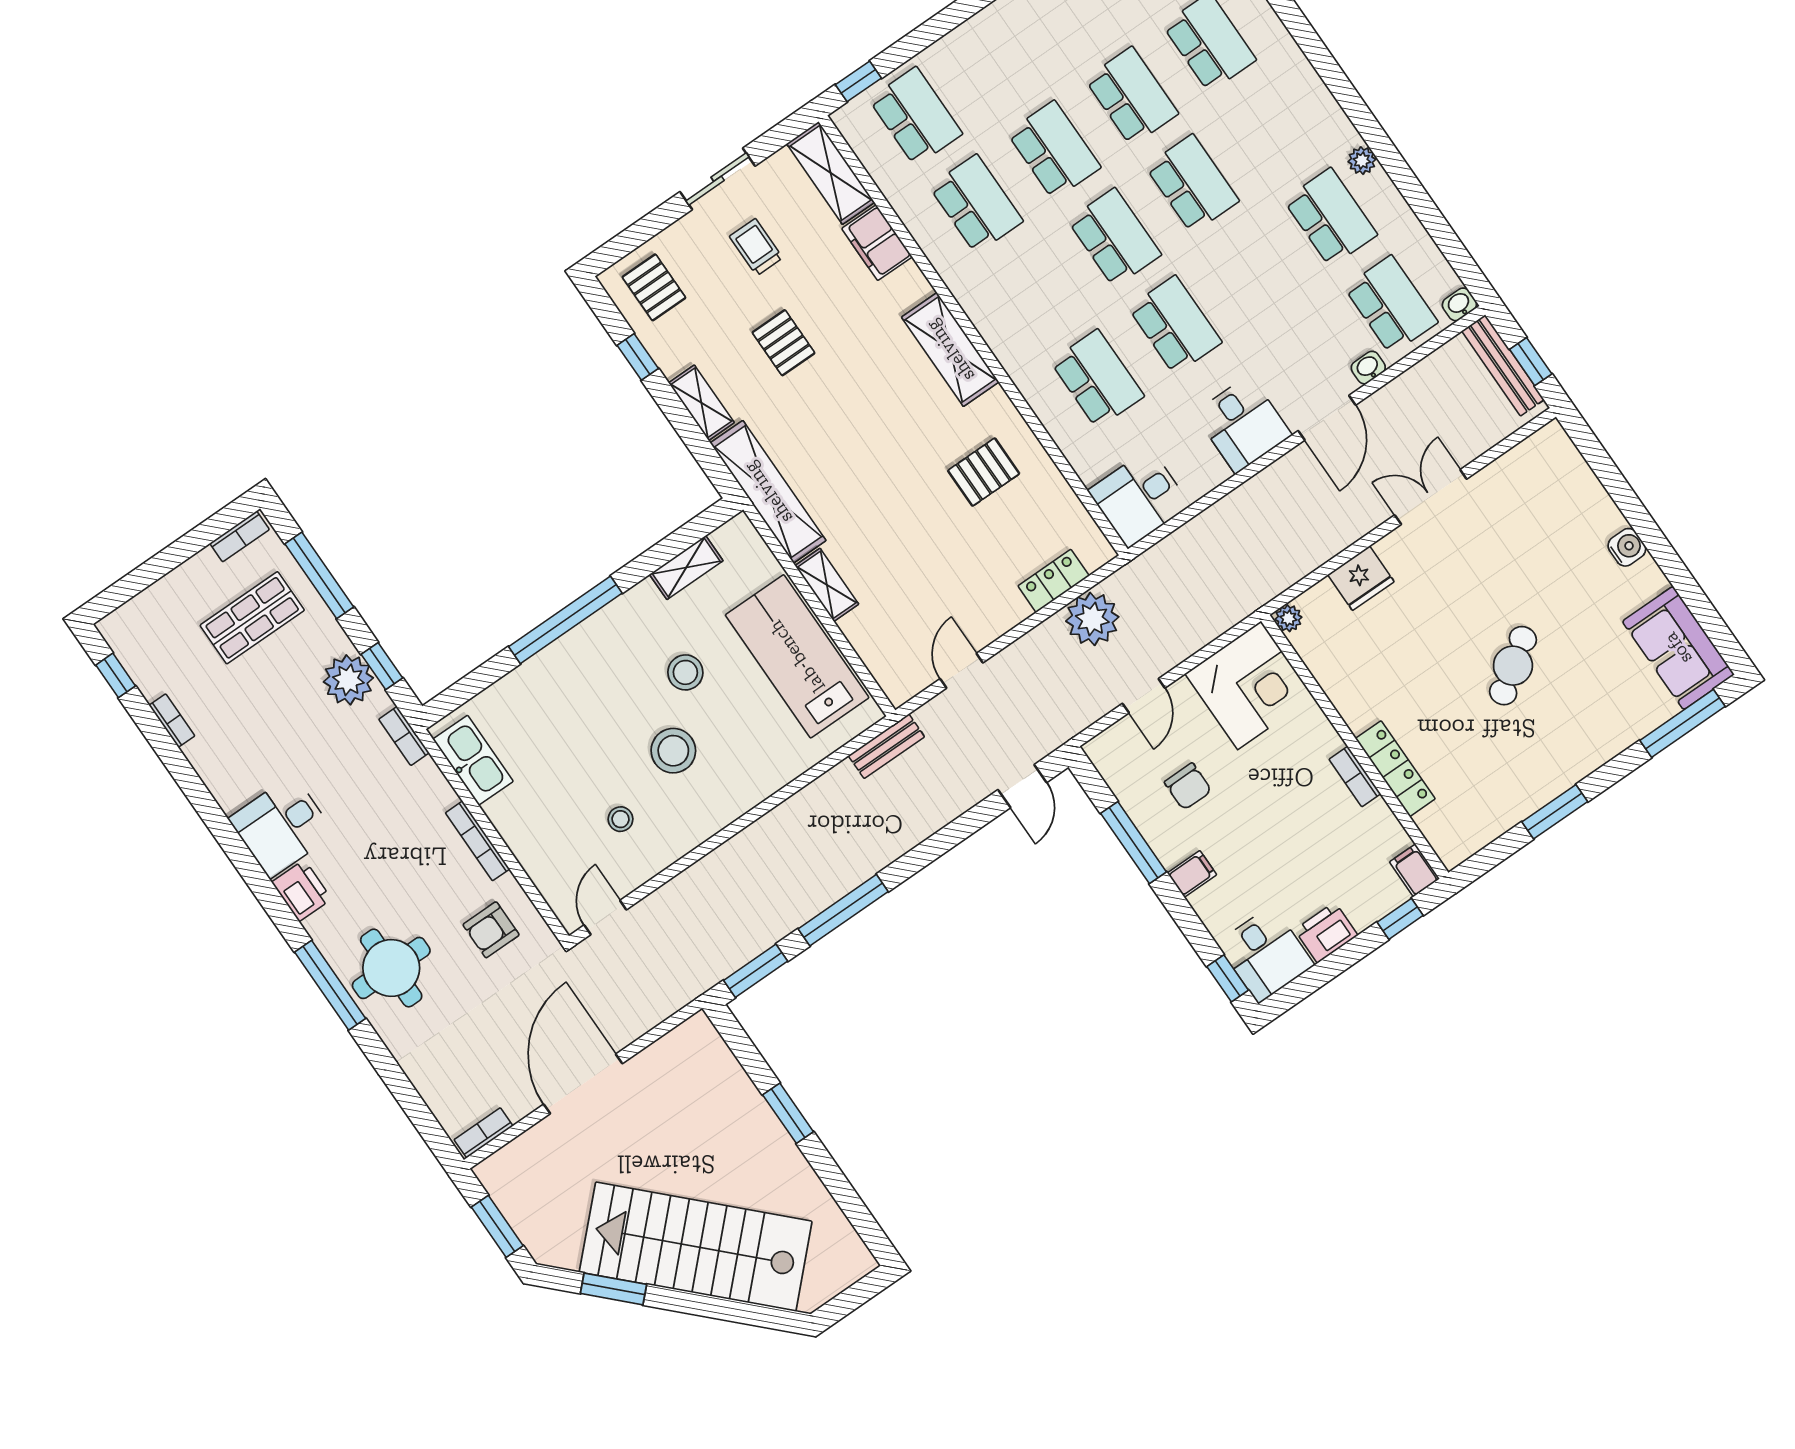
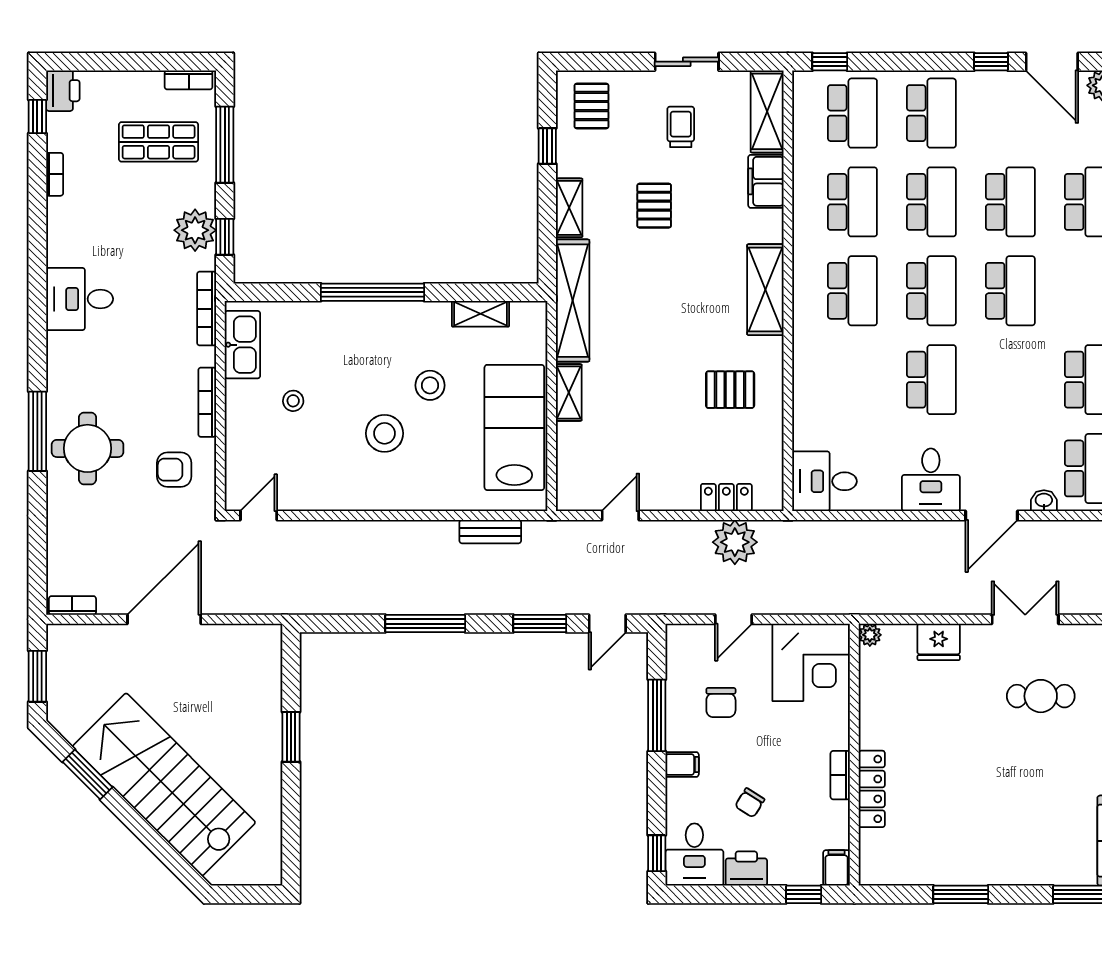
school desk: (993, 63) -> (931, 113), added
school desk: (1097, 379) -> (852, 291), moved
cafe table: (1513, 666) -> (1041, 696), moved, turned 35
bookcase: (404, 736) -> (207, 309), width x1.56
bench: (886, 746) -> (490, 532), moved
stool: (621, 819) -> (293, 401), moved
chair: (1285, 865) -> (750, 803), added
printer: (302, 891) -> (63, 91), moved
window: (756, 971) -> (540, 624), moved

